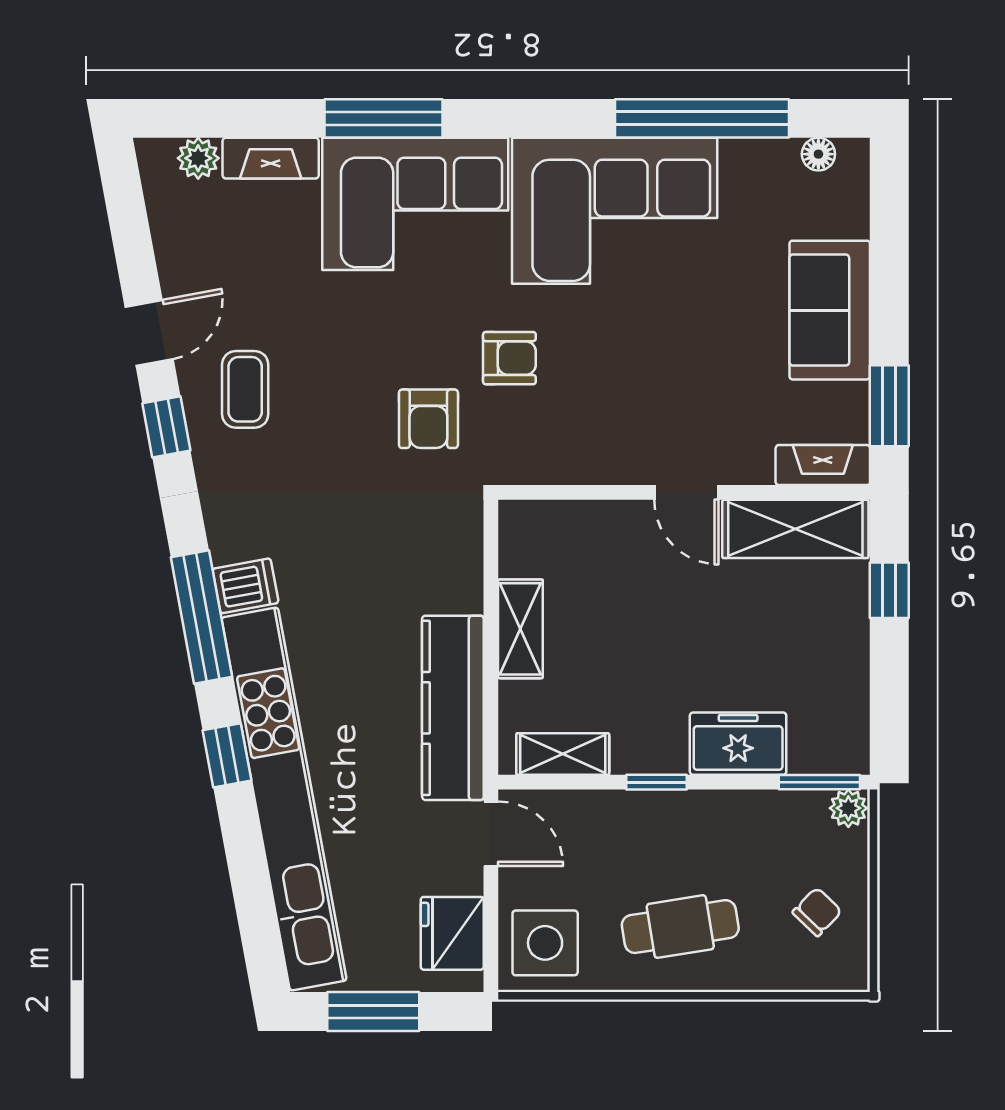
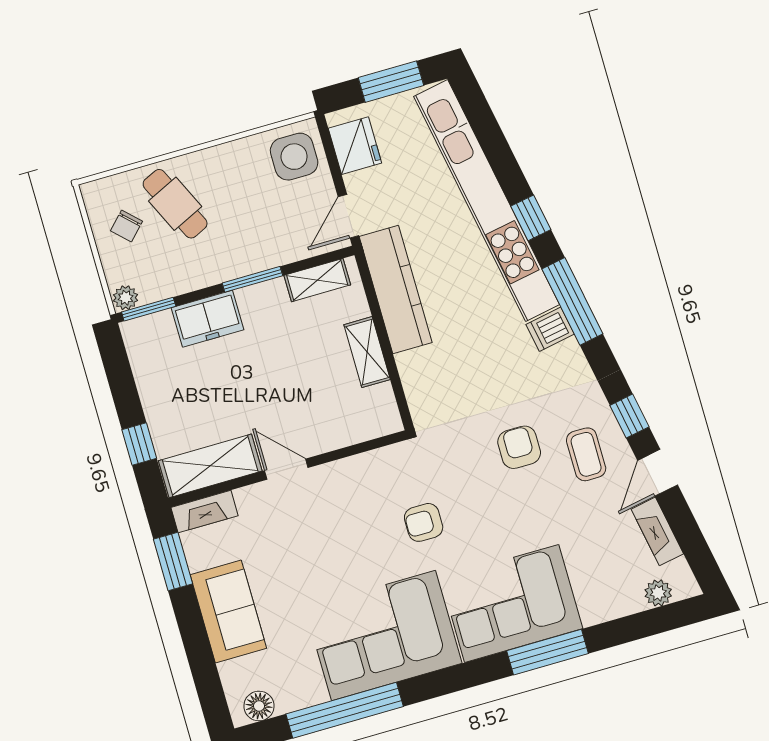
floor lamp: (818, 154) -> (259, 706), width x1.37, depth x1.37
fireplace: (271, 158) -> (657, 531), moved, turned -100
armchair: (428, 419) -> (519, 447), moved
window: (656, 782) -> (252, 279), width x1.50
door: (491, 834) -> (348, 216), hinge flipped
cafe table: (680, 927) -> (175, 204), moved, turned 74

